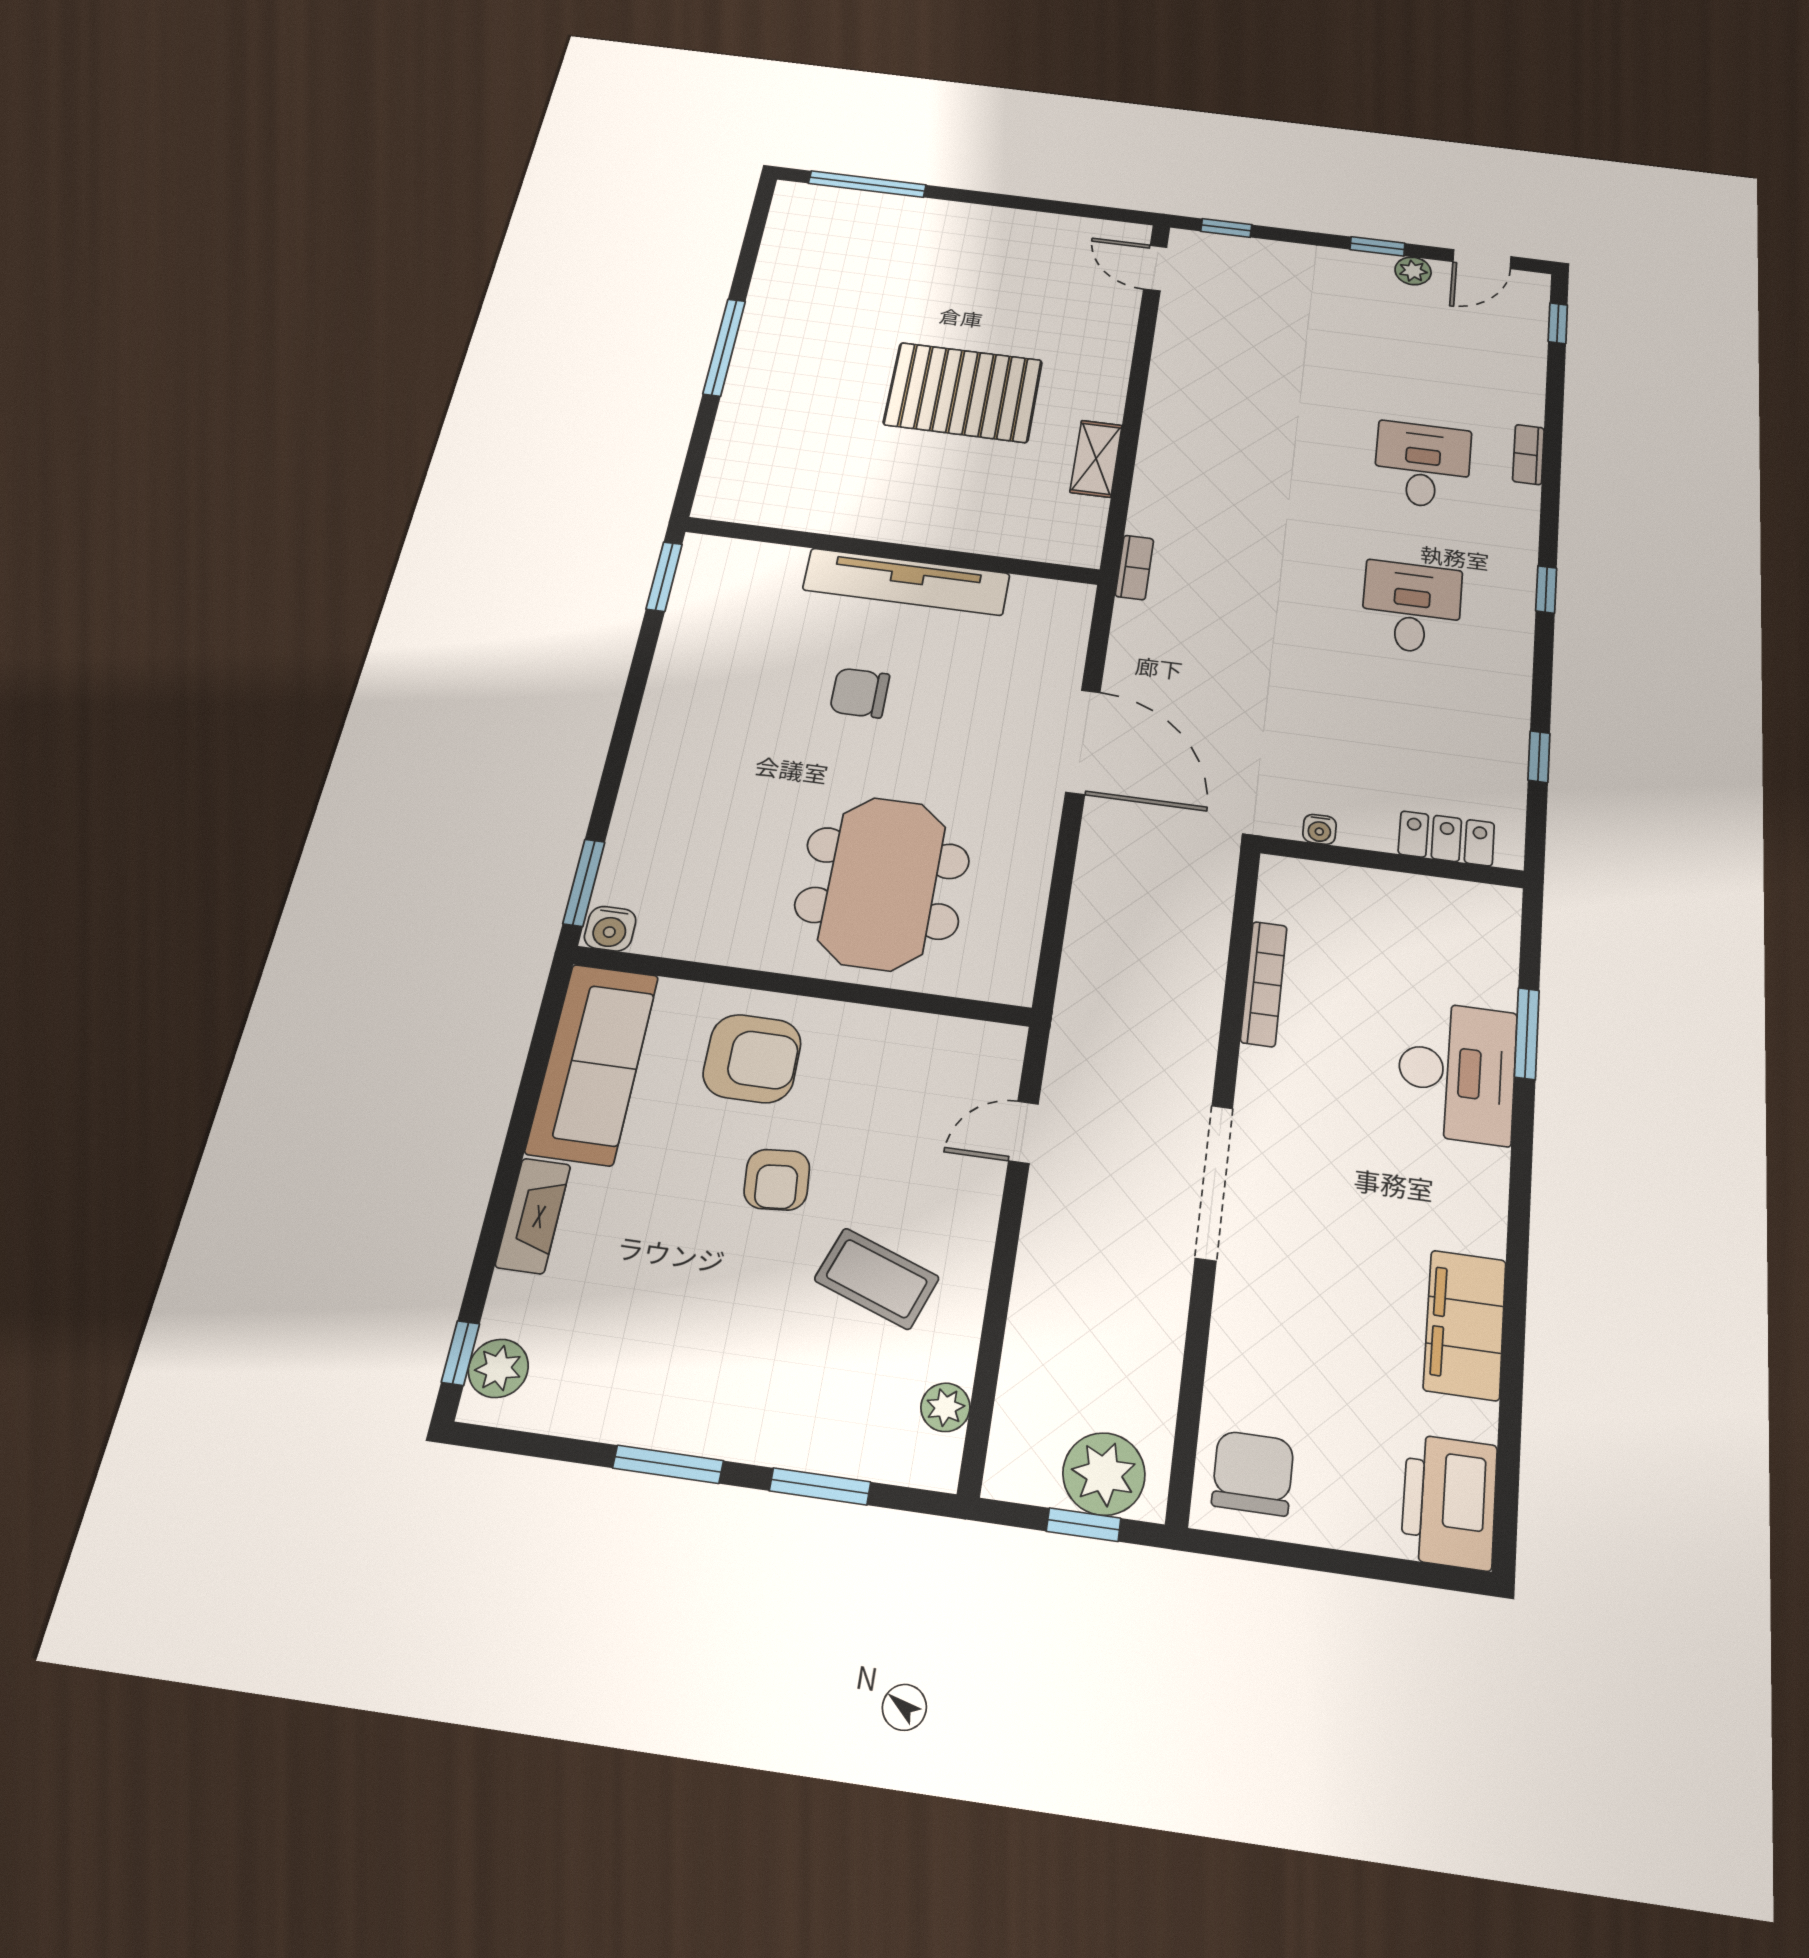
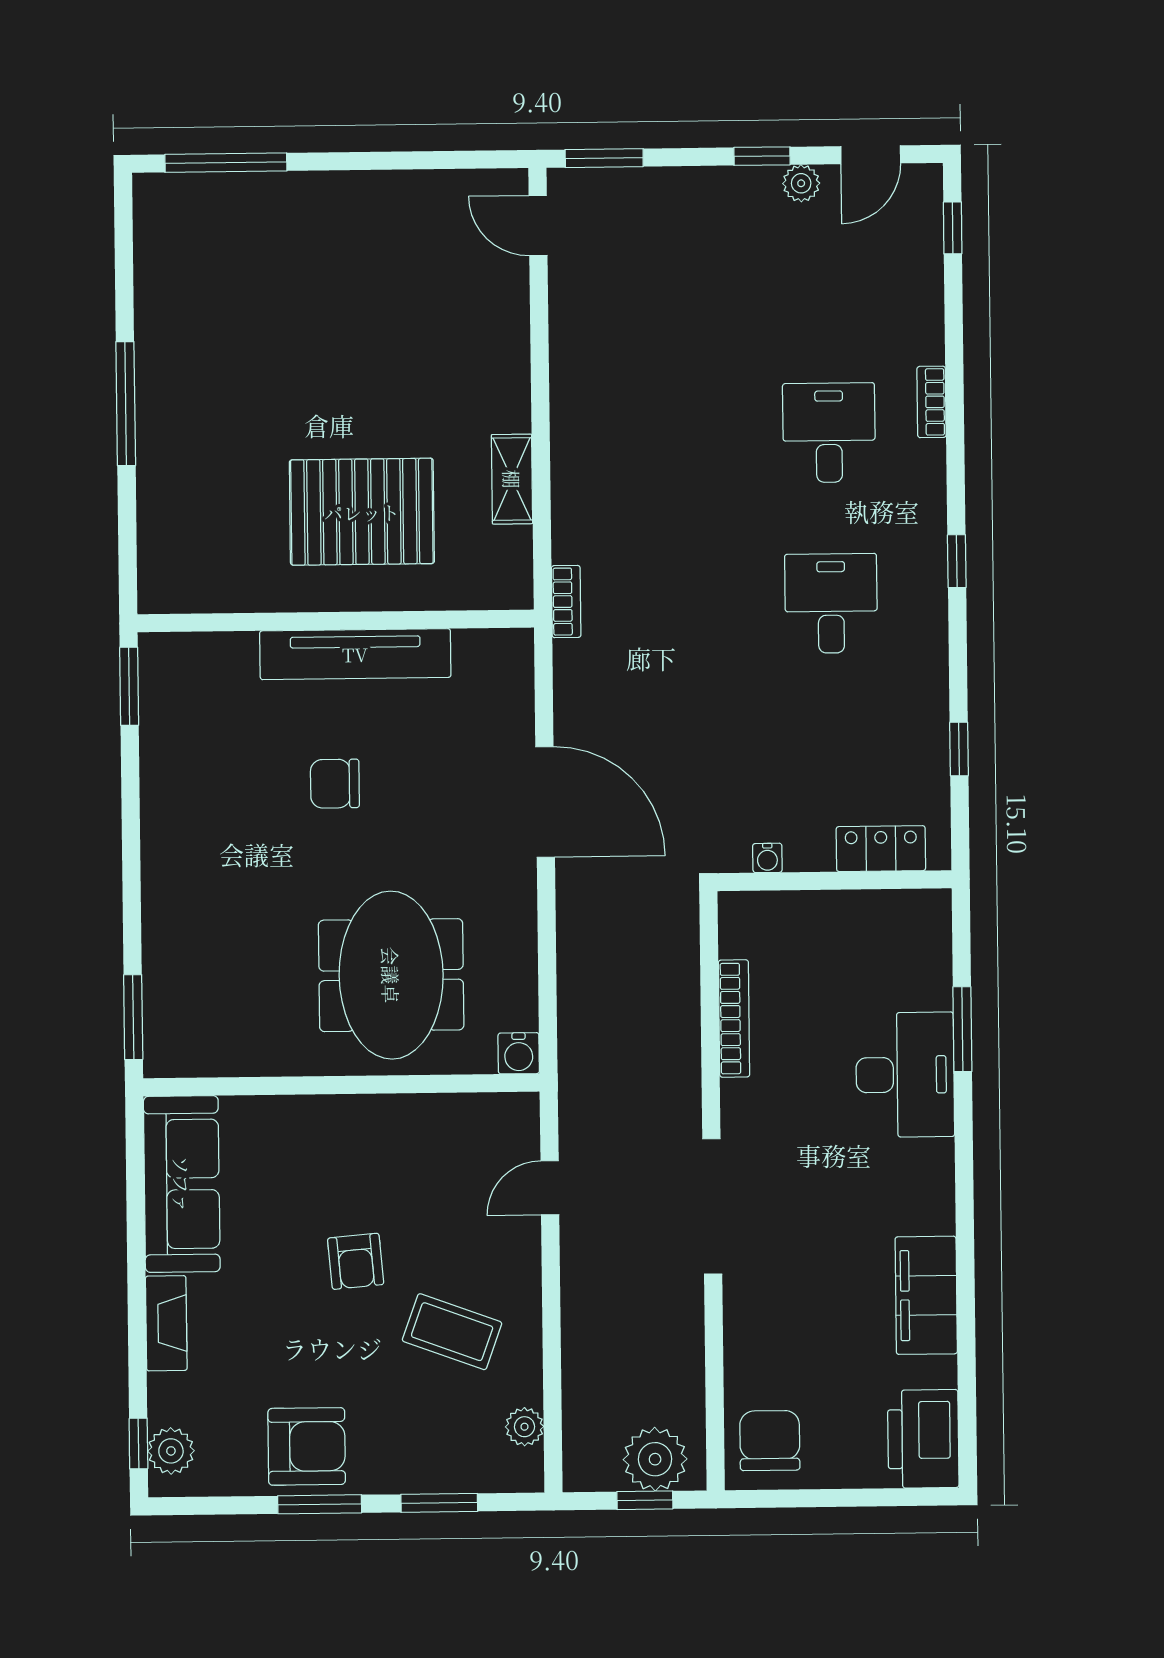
window: (1226, 228) -> (604, 158), width x1.50
pallet: (963, 392) -> (362, 512), moved
water cooler: (610, 929) -> (519, 1053), moved
armchair: (752, 1058) -> (307, 1446), moved

